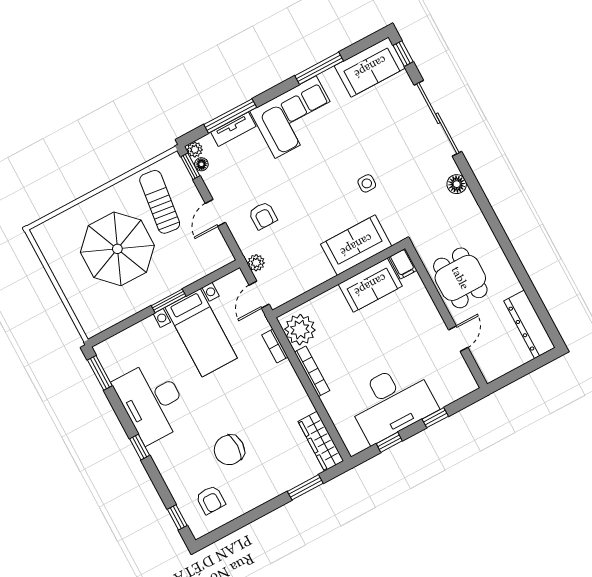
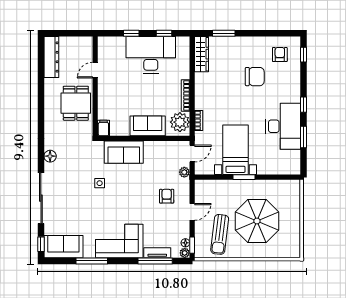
sofa: (370, 285) -> (148, 126), moved
window: (100, 373) -> (303, 137), moved

